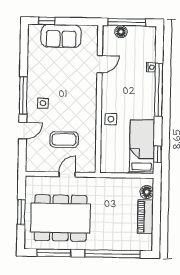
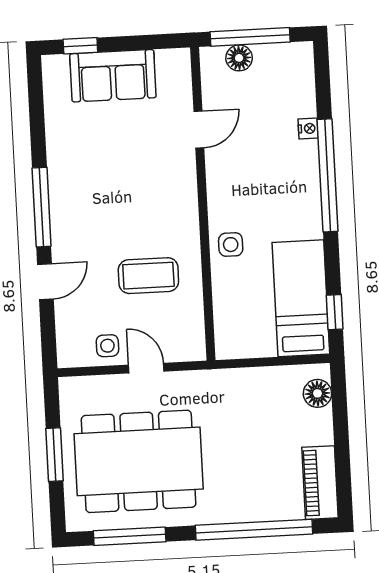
side table: (43, 103) -> (107, 346), moved
coffee table: (64, 140) -> (148, 276), moved
door: (67, 174) -> (146, 368), hinge flipped
piano: (145, 217) -> (320, 483), moved

